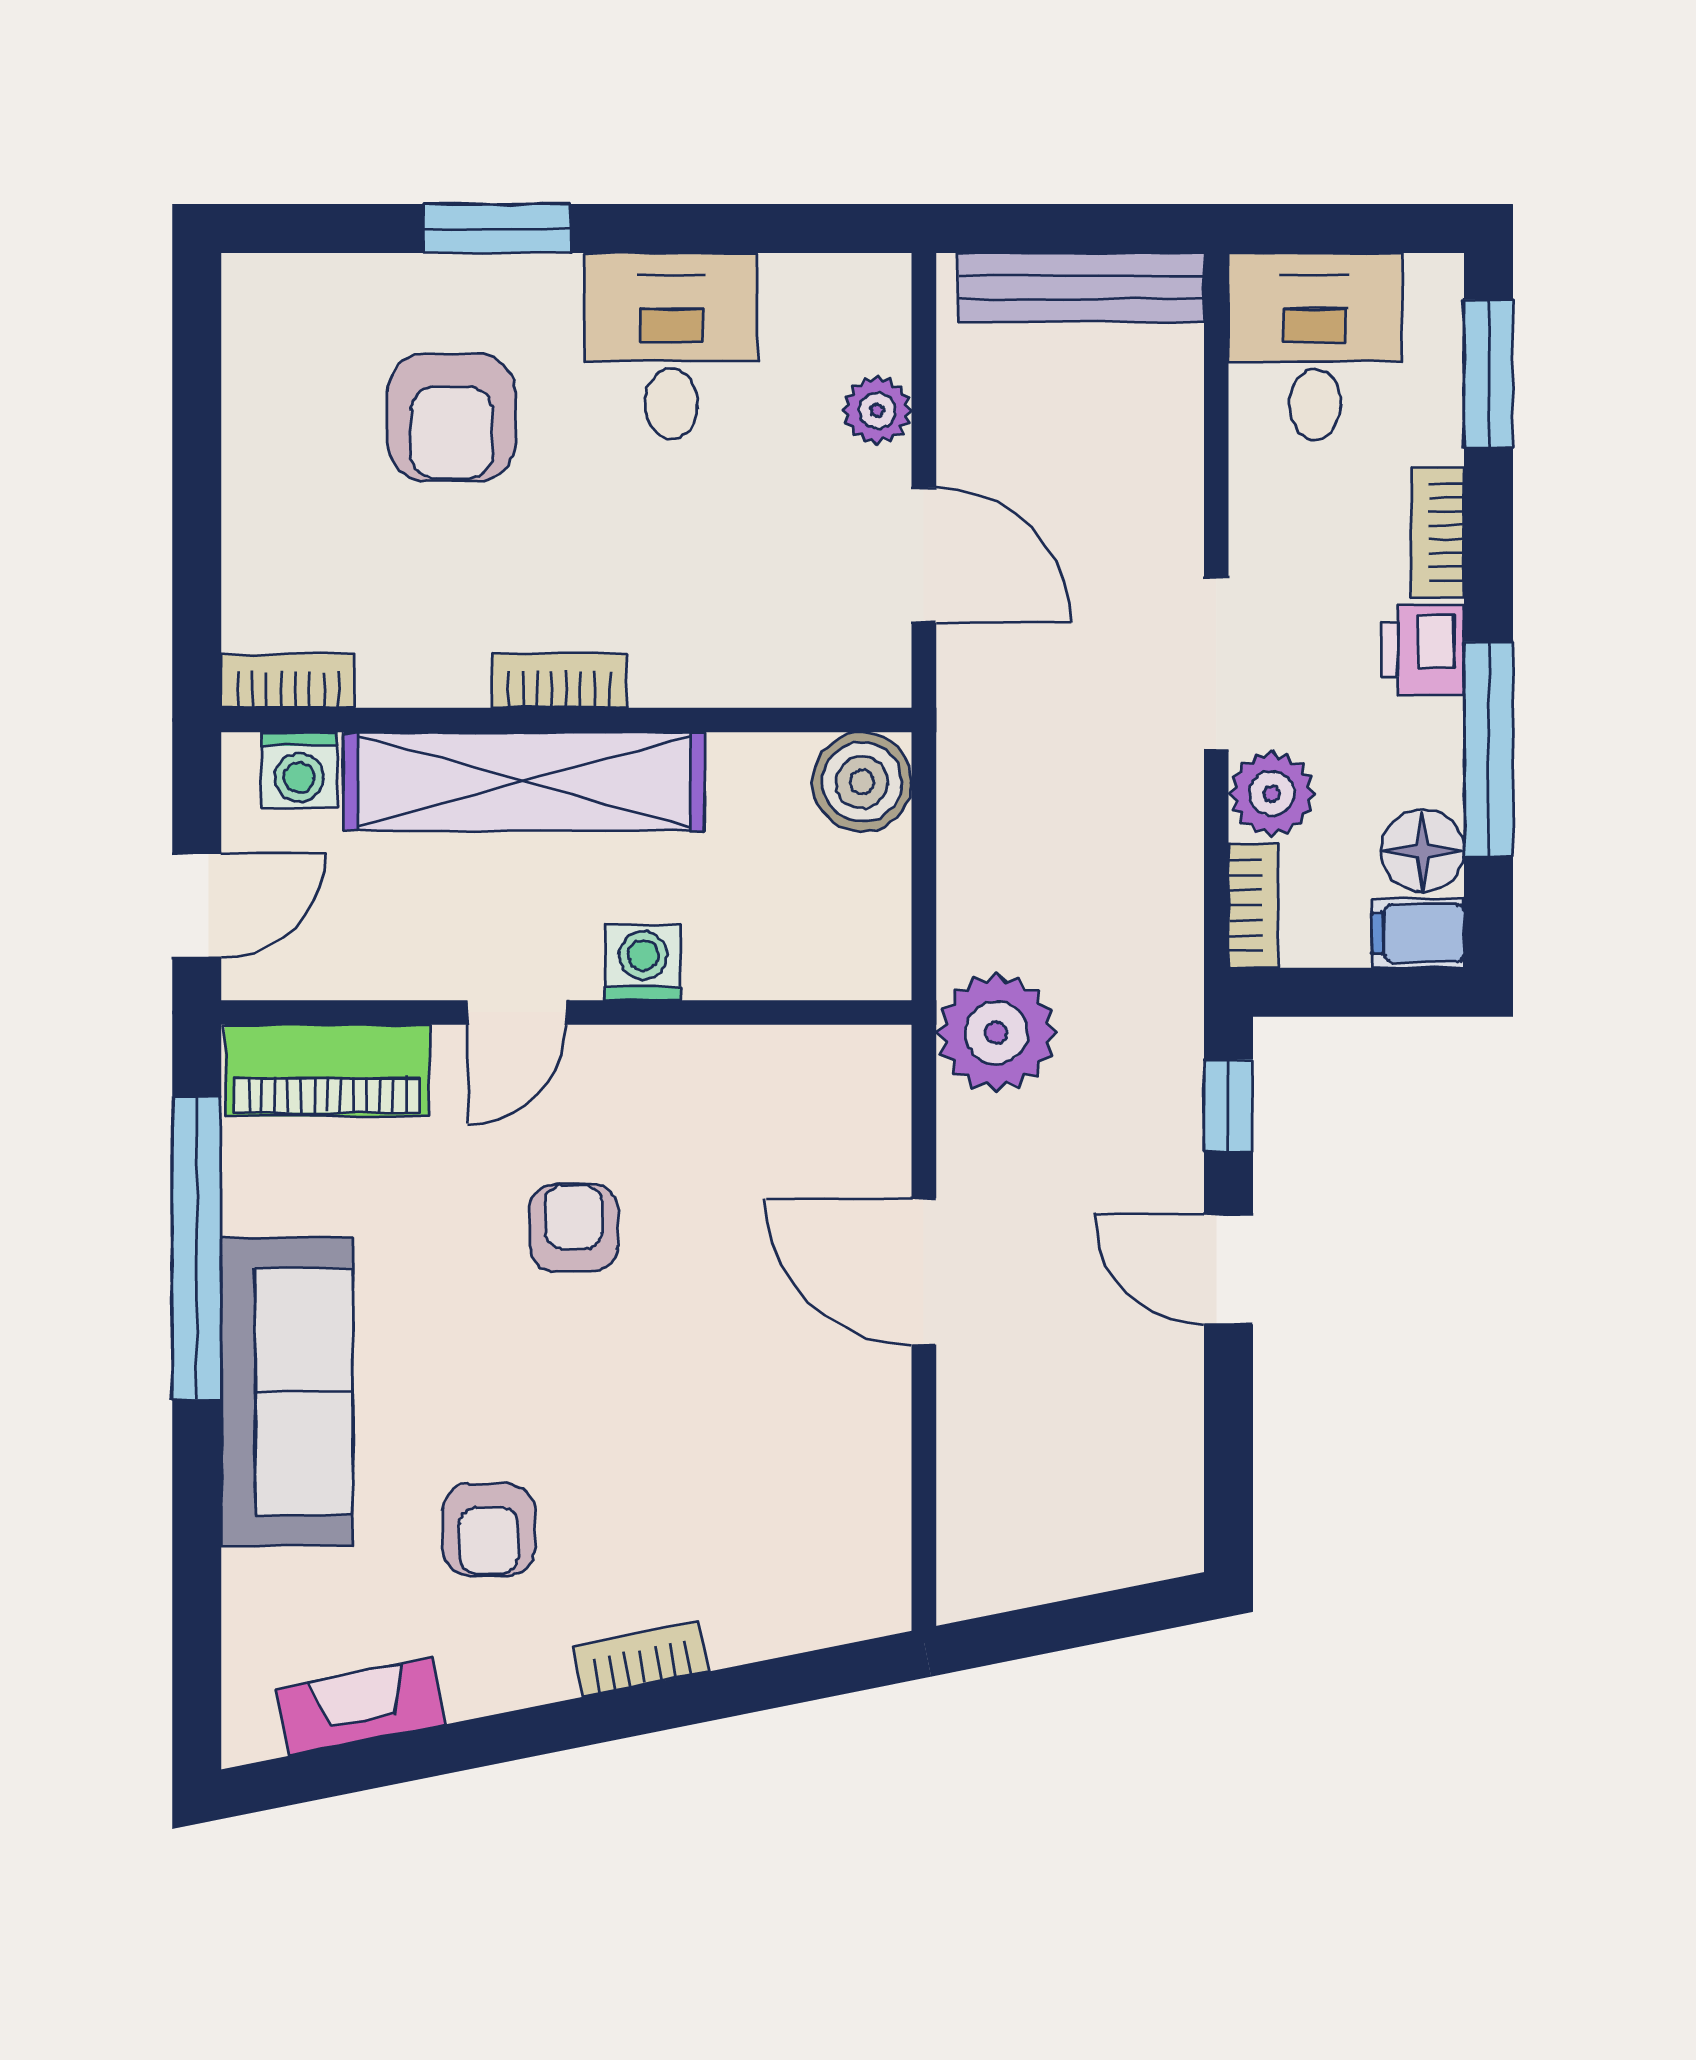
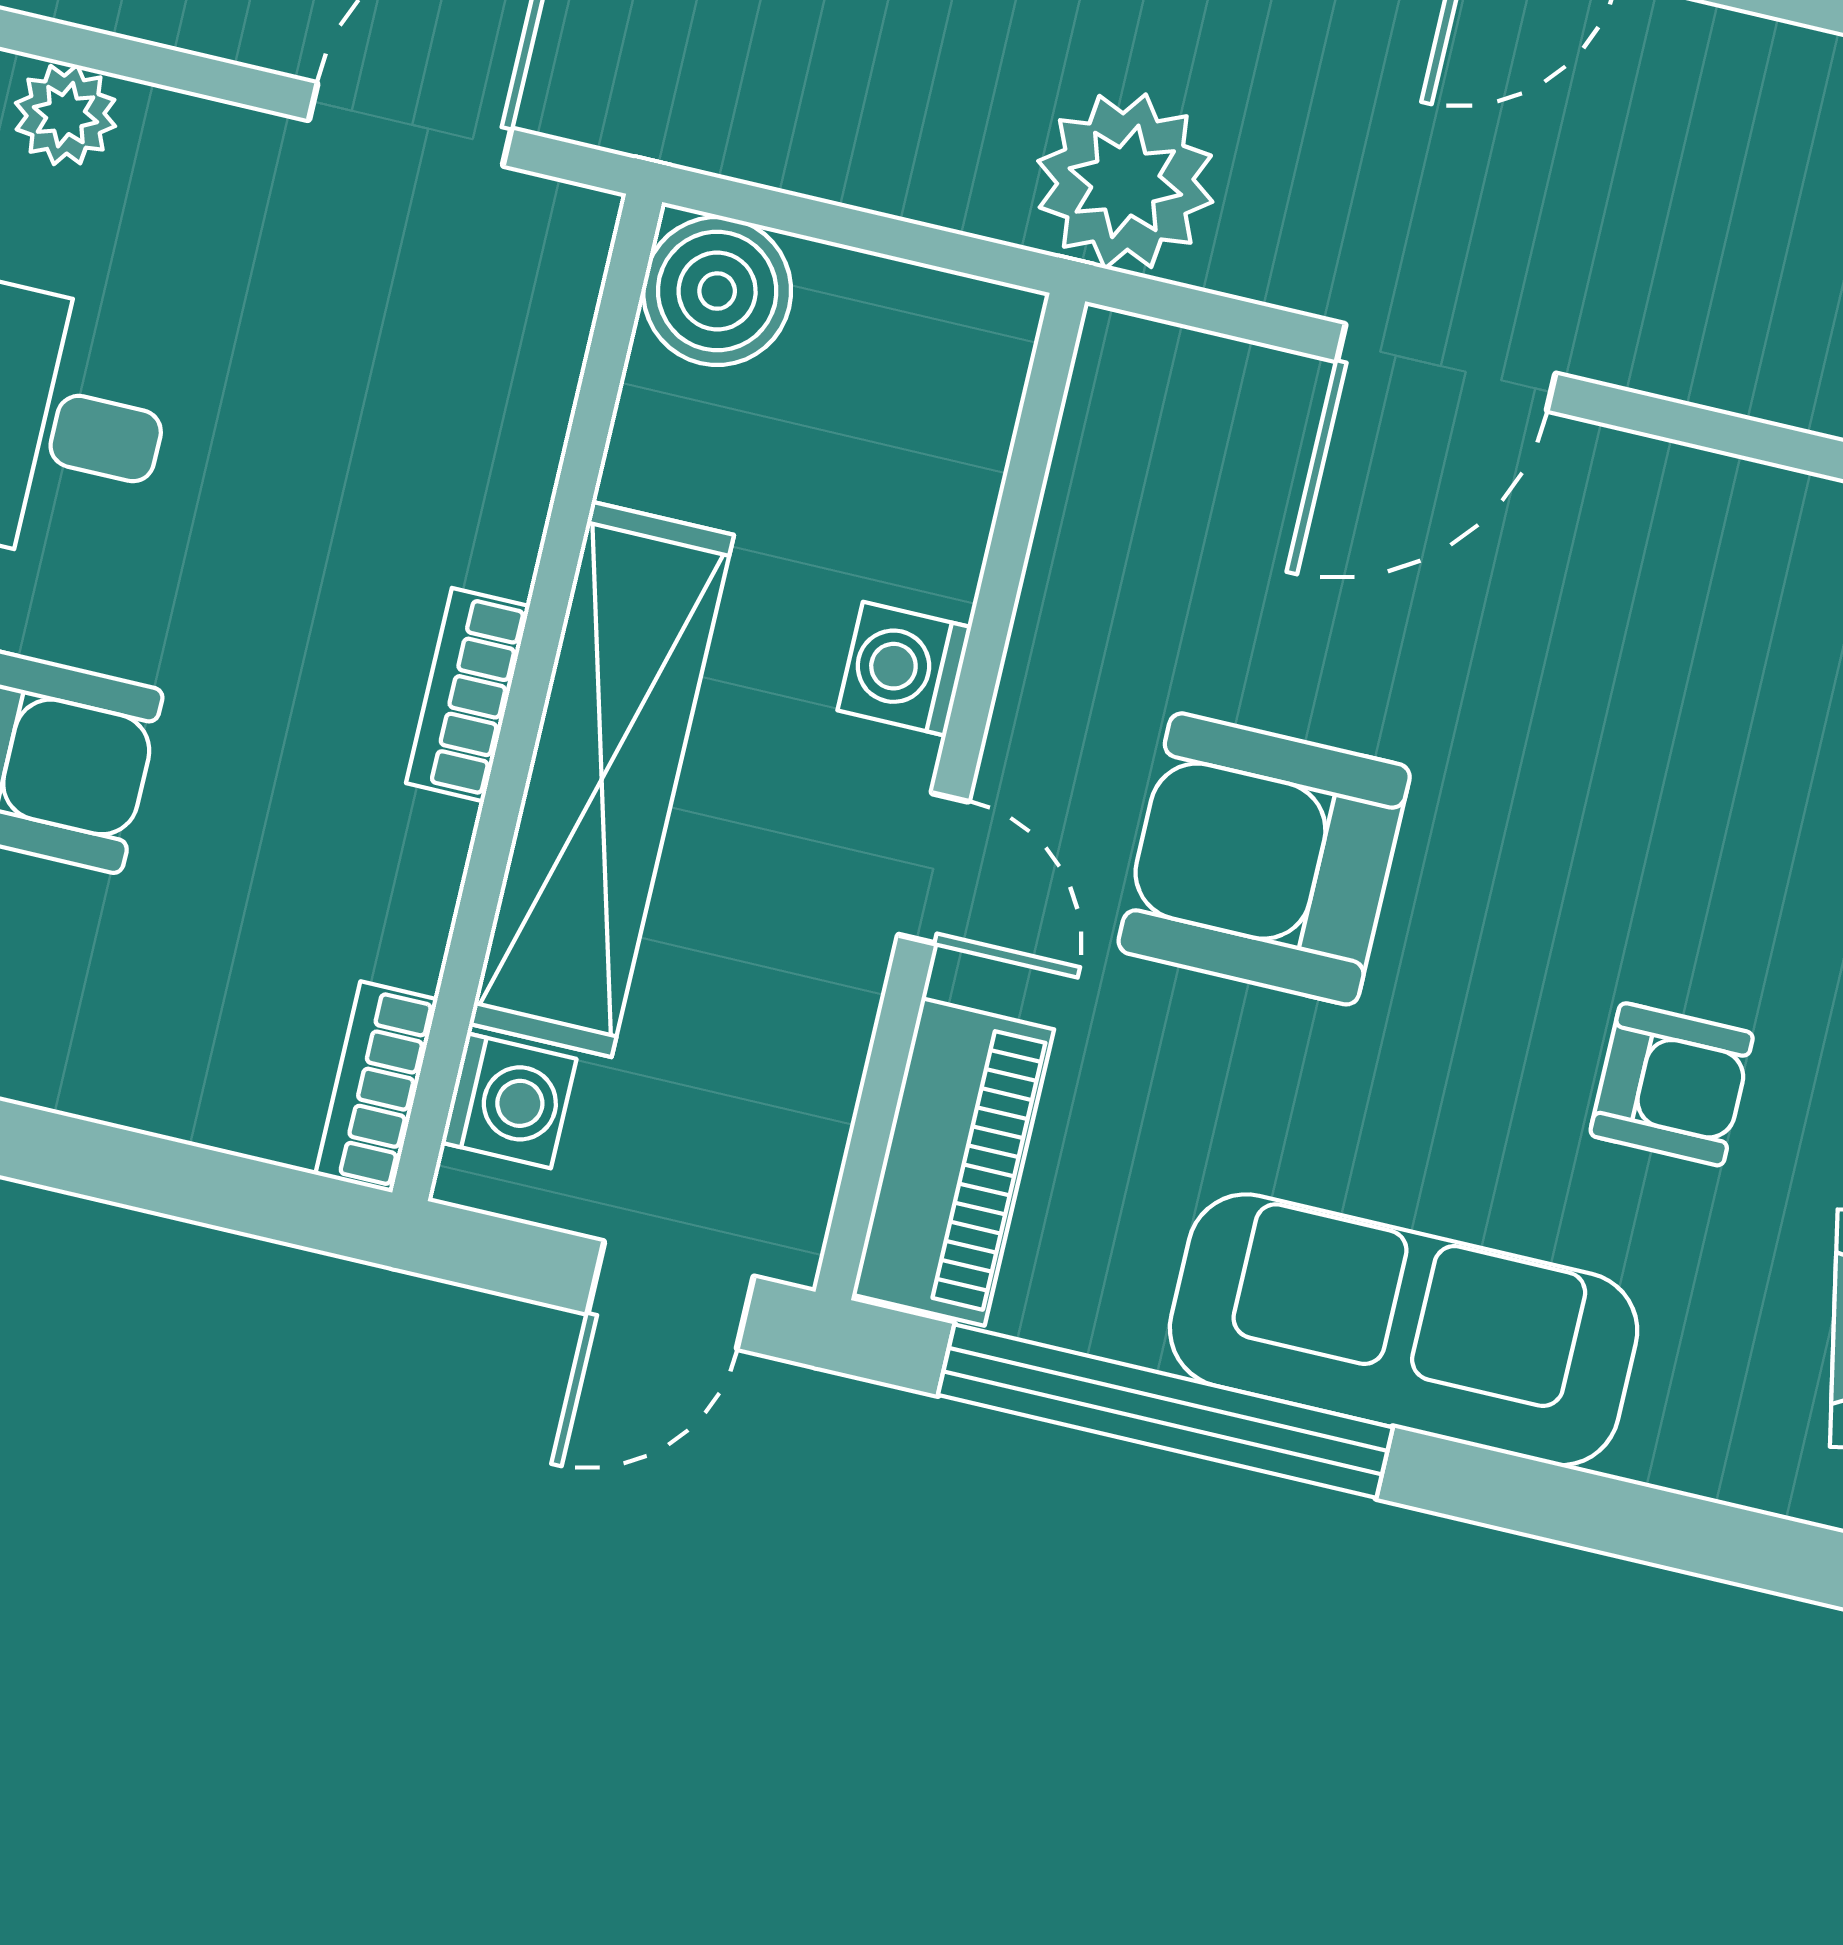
plant: (877, 410) -> (65, 115), moved
door: (197, 906) -> (670, 1295), swing flipped
armchair: (574, 1228) -> (1264, 859), width x1.88, depth x1.88

